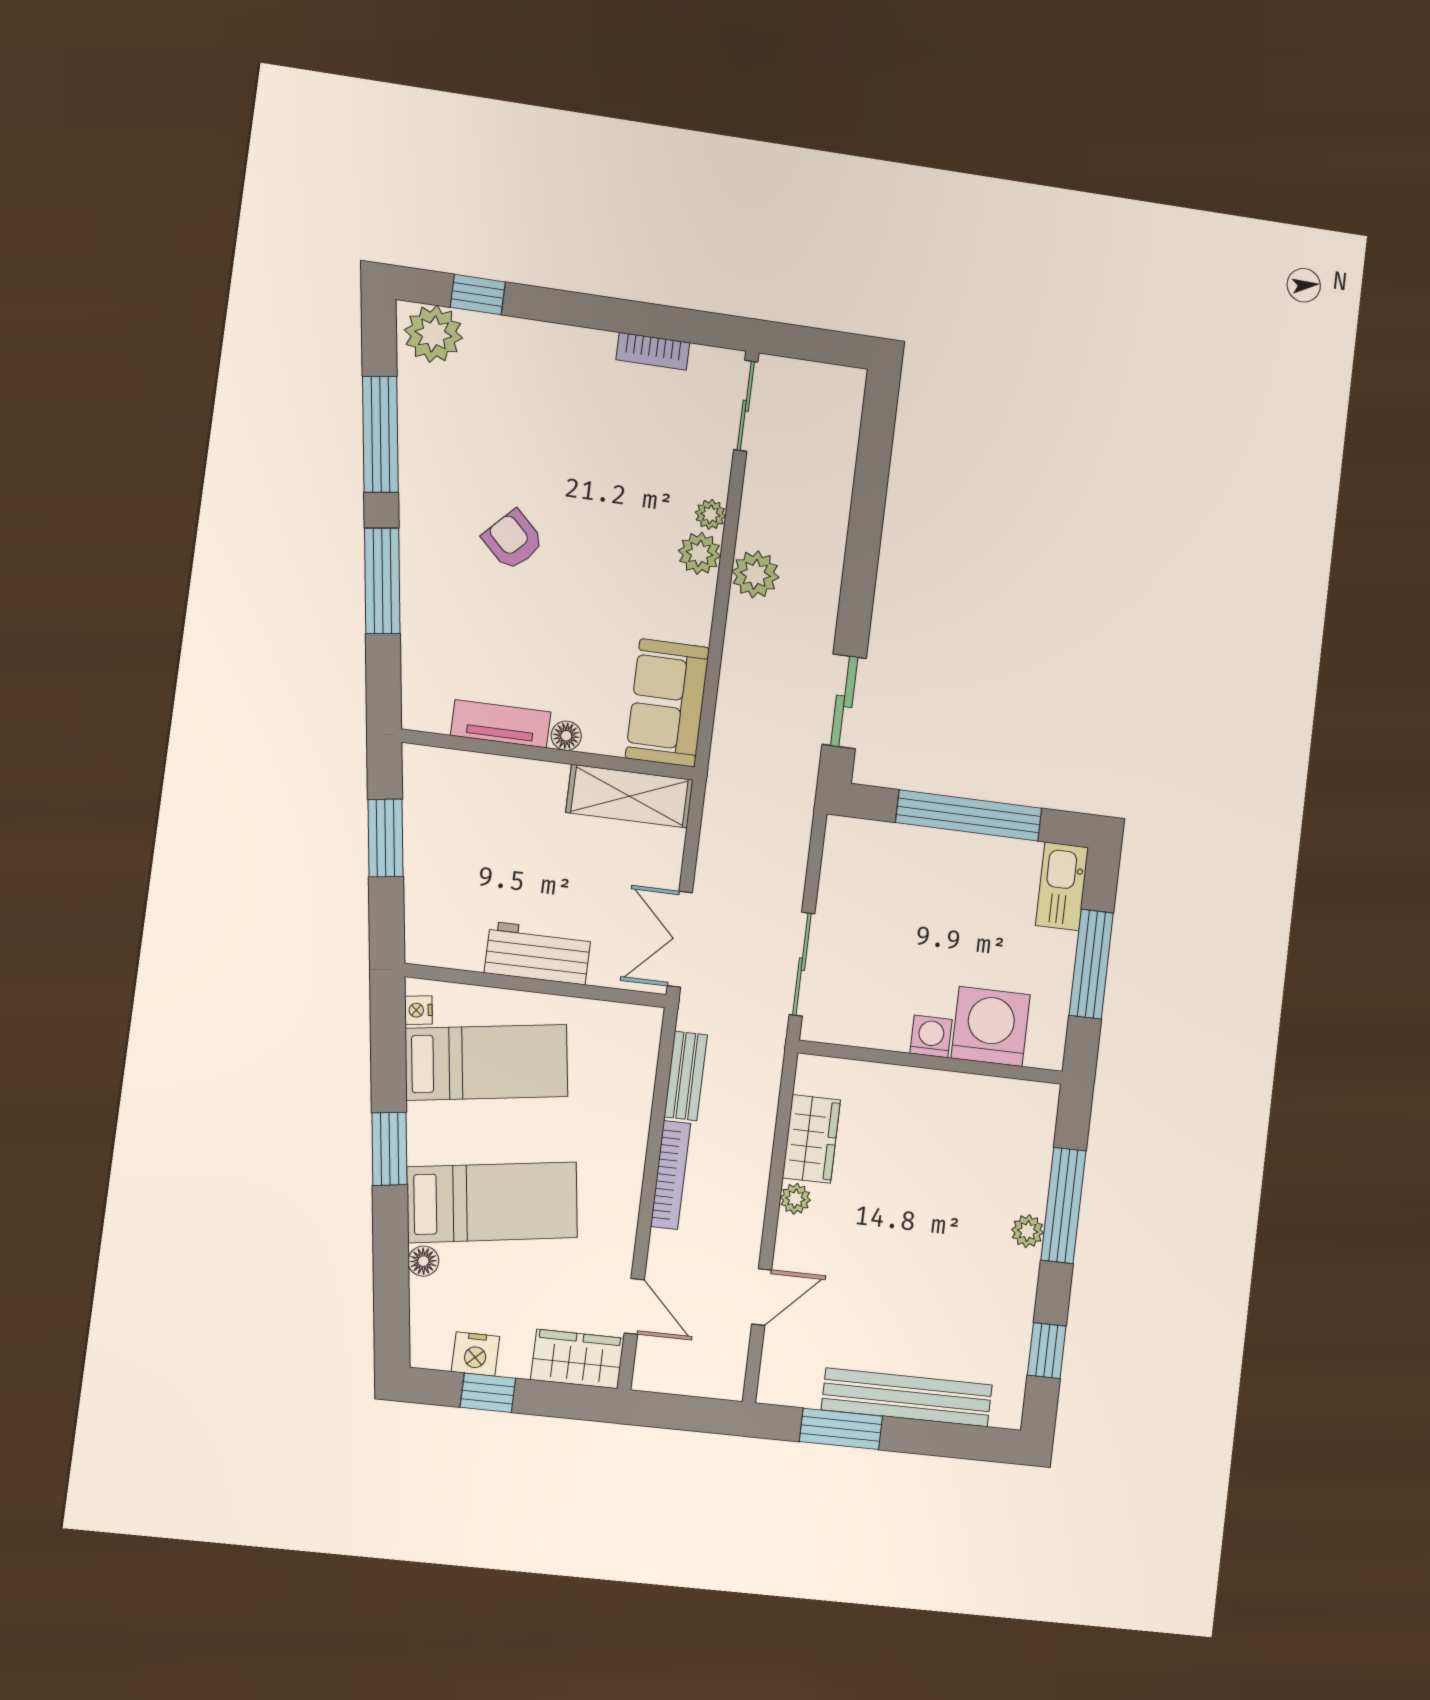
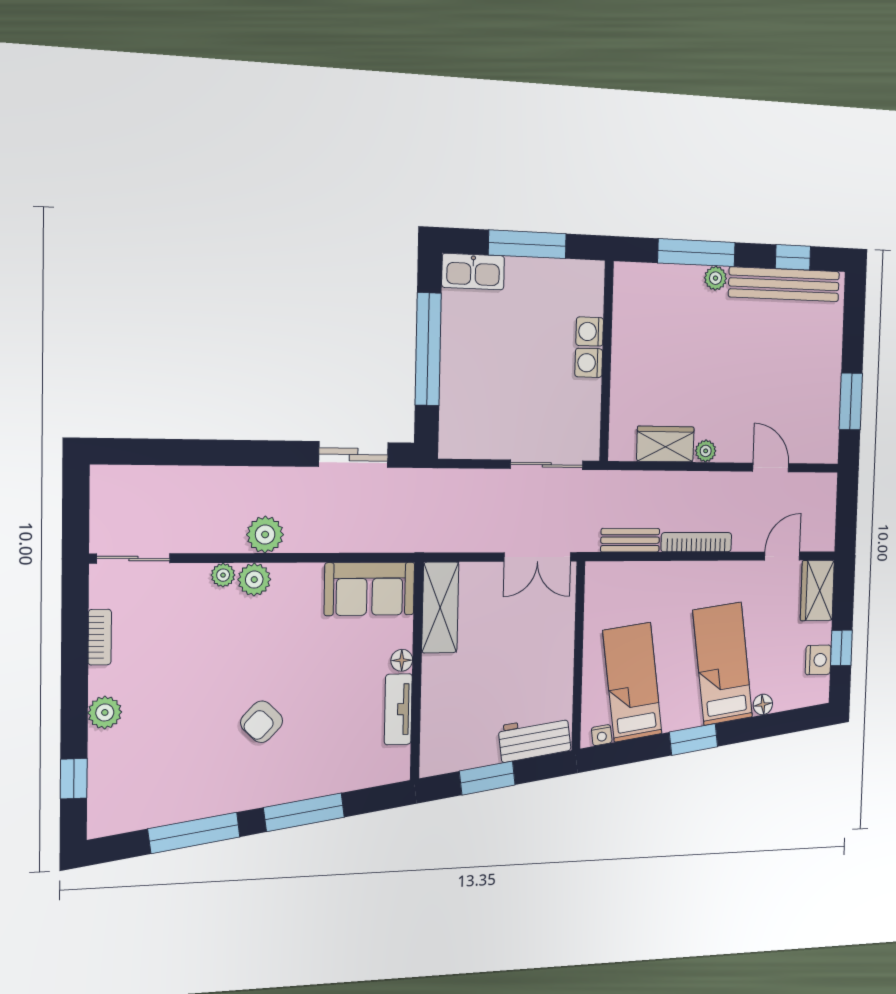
plant: (433, 334) -> (105, 712), moved, width x0.73, depth x0.73
workbench: (538, 953) -> (535, 738), moved, turned 82
washing machine: (991, 1026) -> (590, 332), width x0.53, depth x0.53
bench: (907, 1397) -> (784, 284), moved, turned 90

